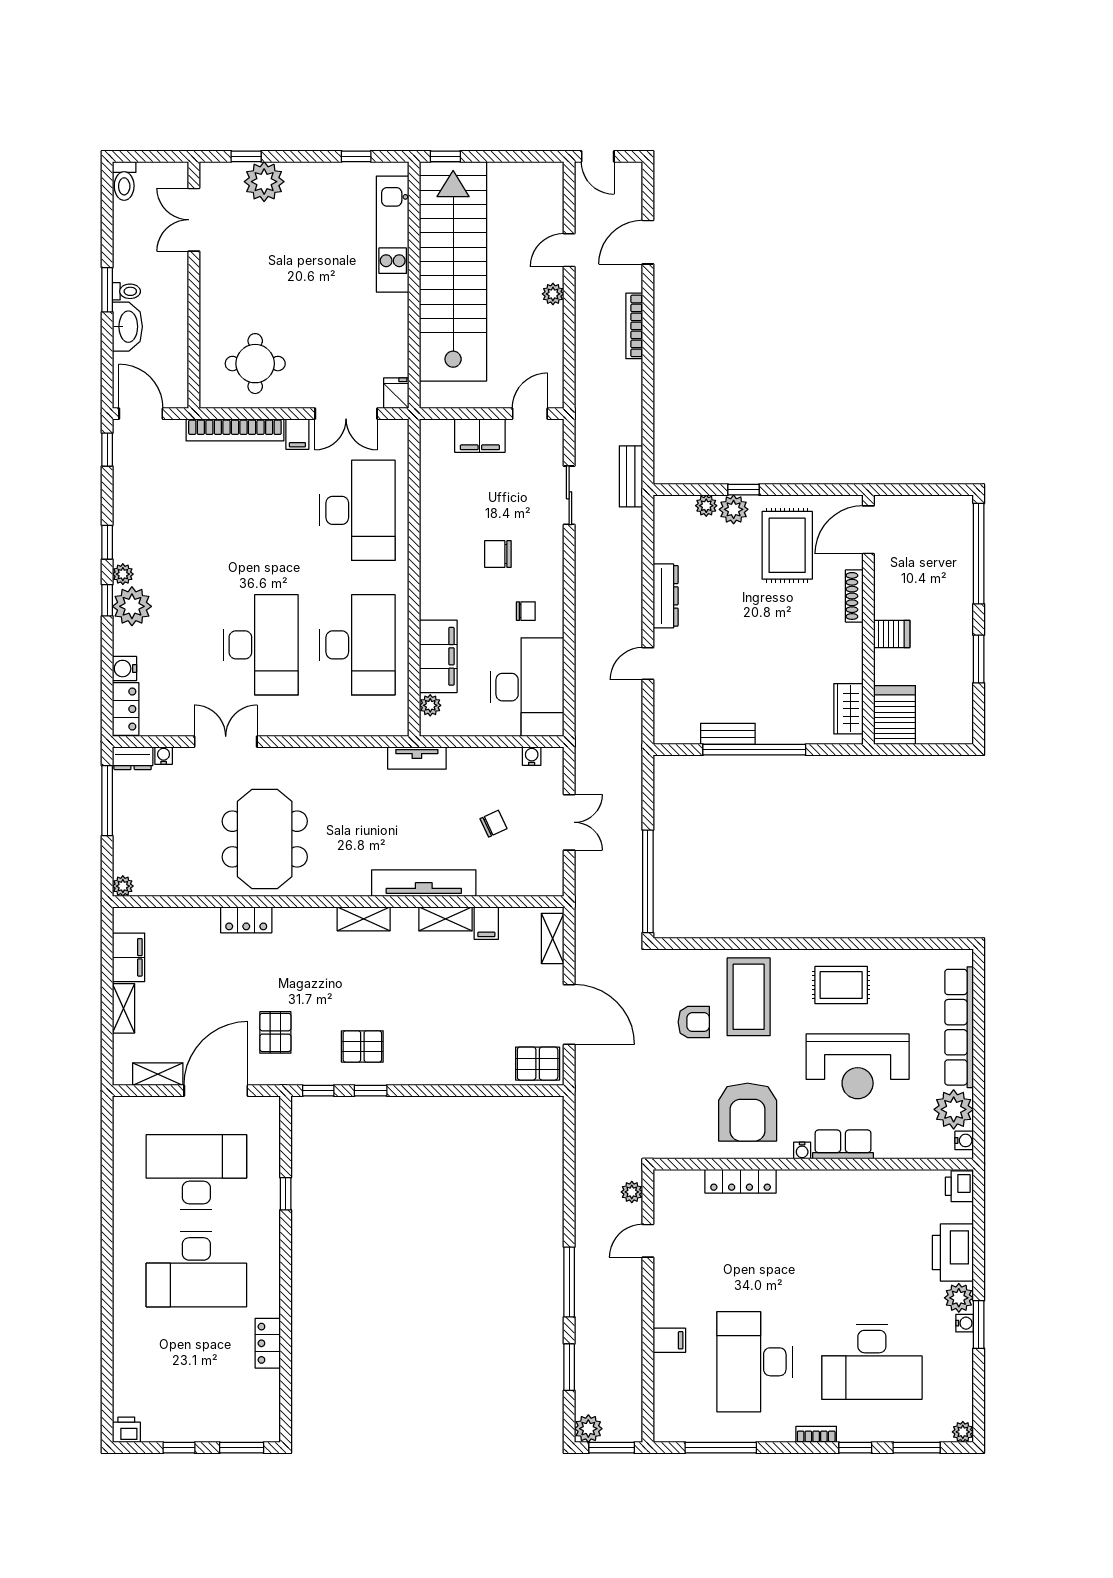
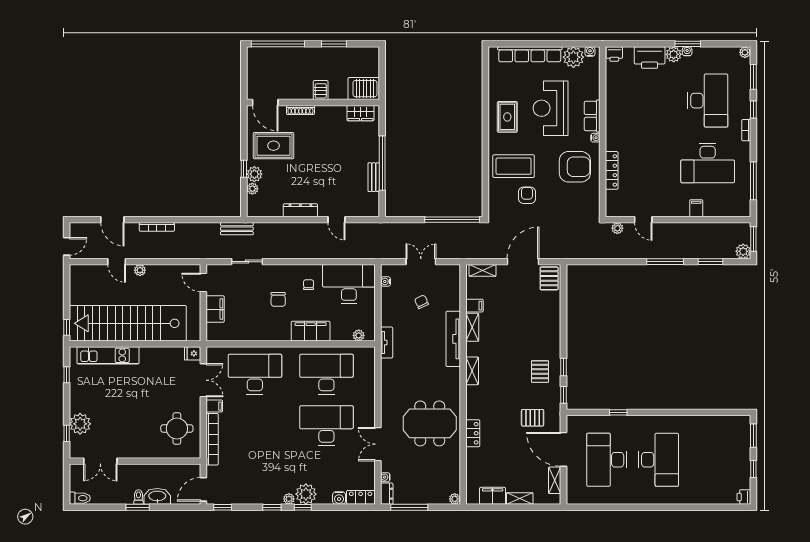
filing cabinet: (438, 656) -> (311, 331), moved
reception desk: (858, 1066) -> (551, 108), turned 180
locker: (268, 1343) -> (698, 422), removed

